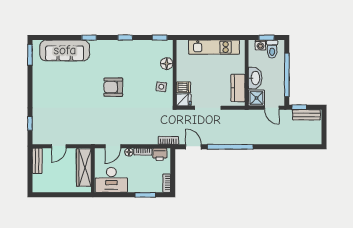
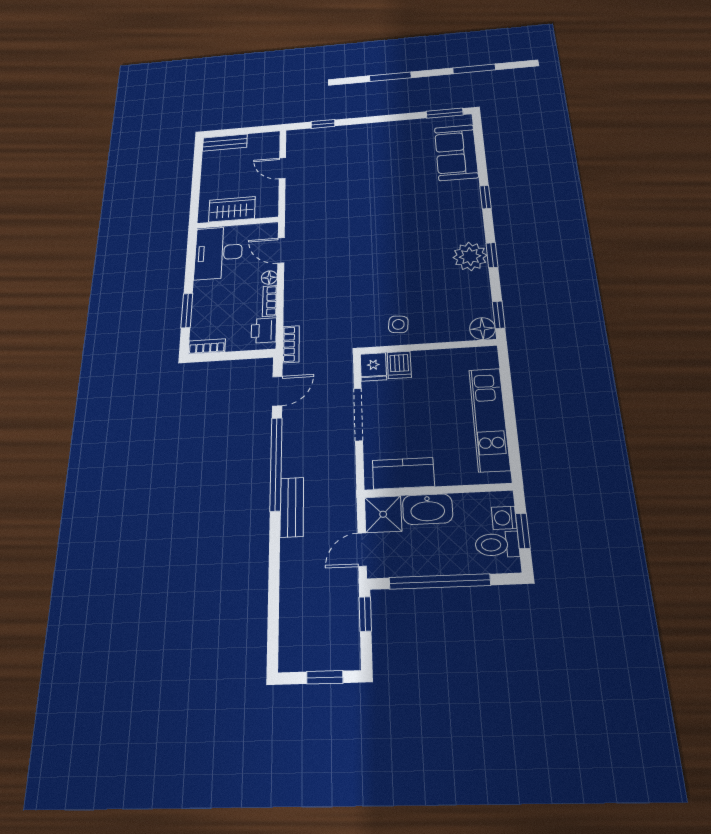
plant: (125, 49) -> (470, 256), added
sofa: (65, 50) -> (456, 152), width x0.73
floor lamp: (167, 64) -> (482, 329), moved
armchair: (113, 87) -> (393, 243), removed
bench: (306, 115) -> (292, 507), moved
window: (324, 125) -> (325, 677), added
bench: (37, 161) -> (225, 143), moved
wardrobe: (84, 167) -> (232, 209), width x0.67

